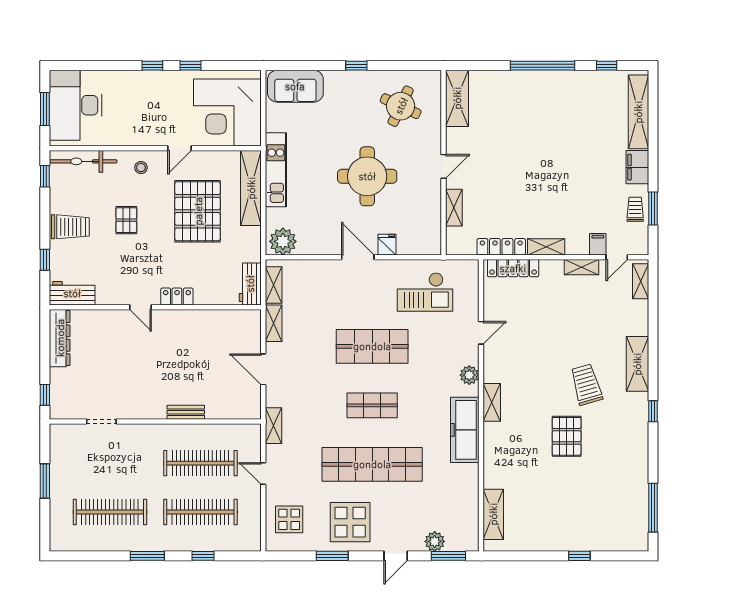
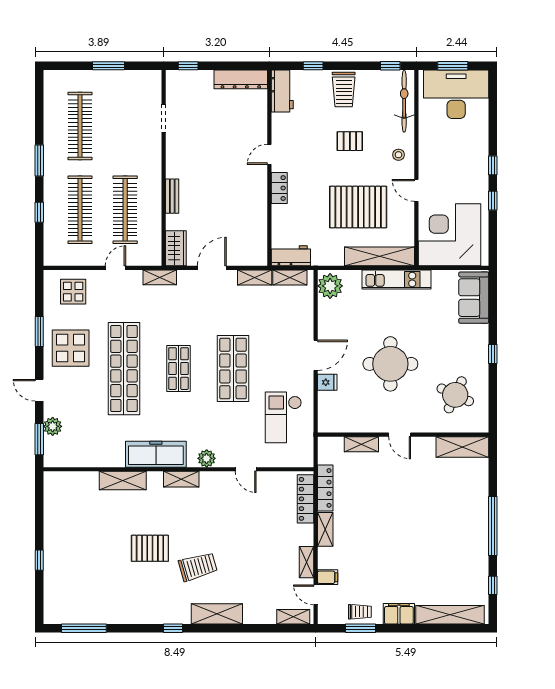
wardrobe: (242, 408) -> (176, 248), added
shelving: (493, 514) -> (123, 481), moved

